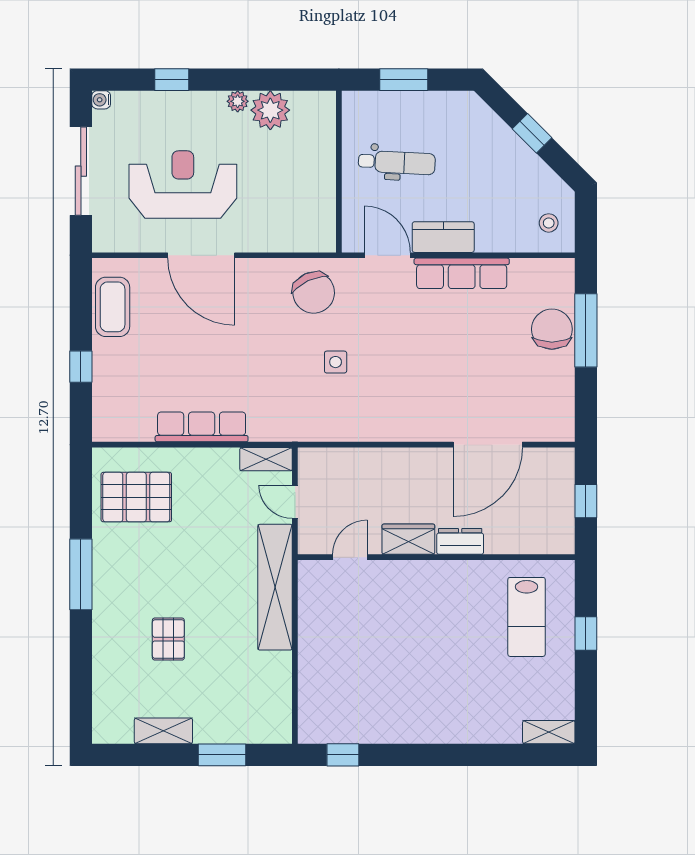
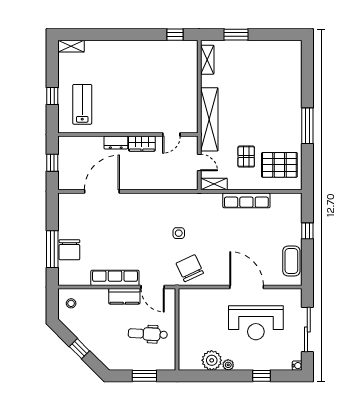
pallet: (168, 639) -> (246, 157), moved
shelving: (163, 731) -> (207, 60), moved, turned 90

